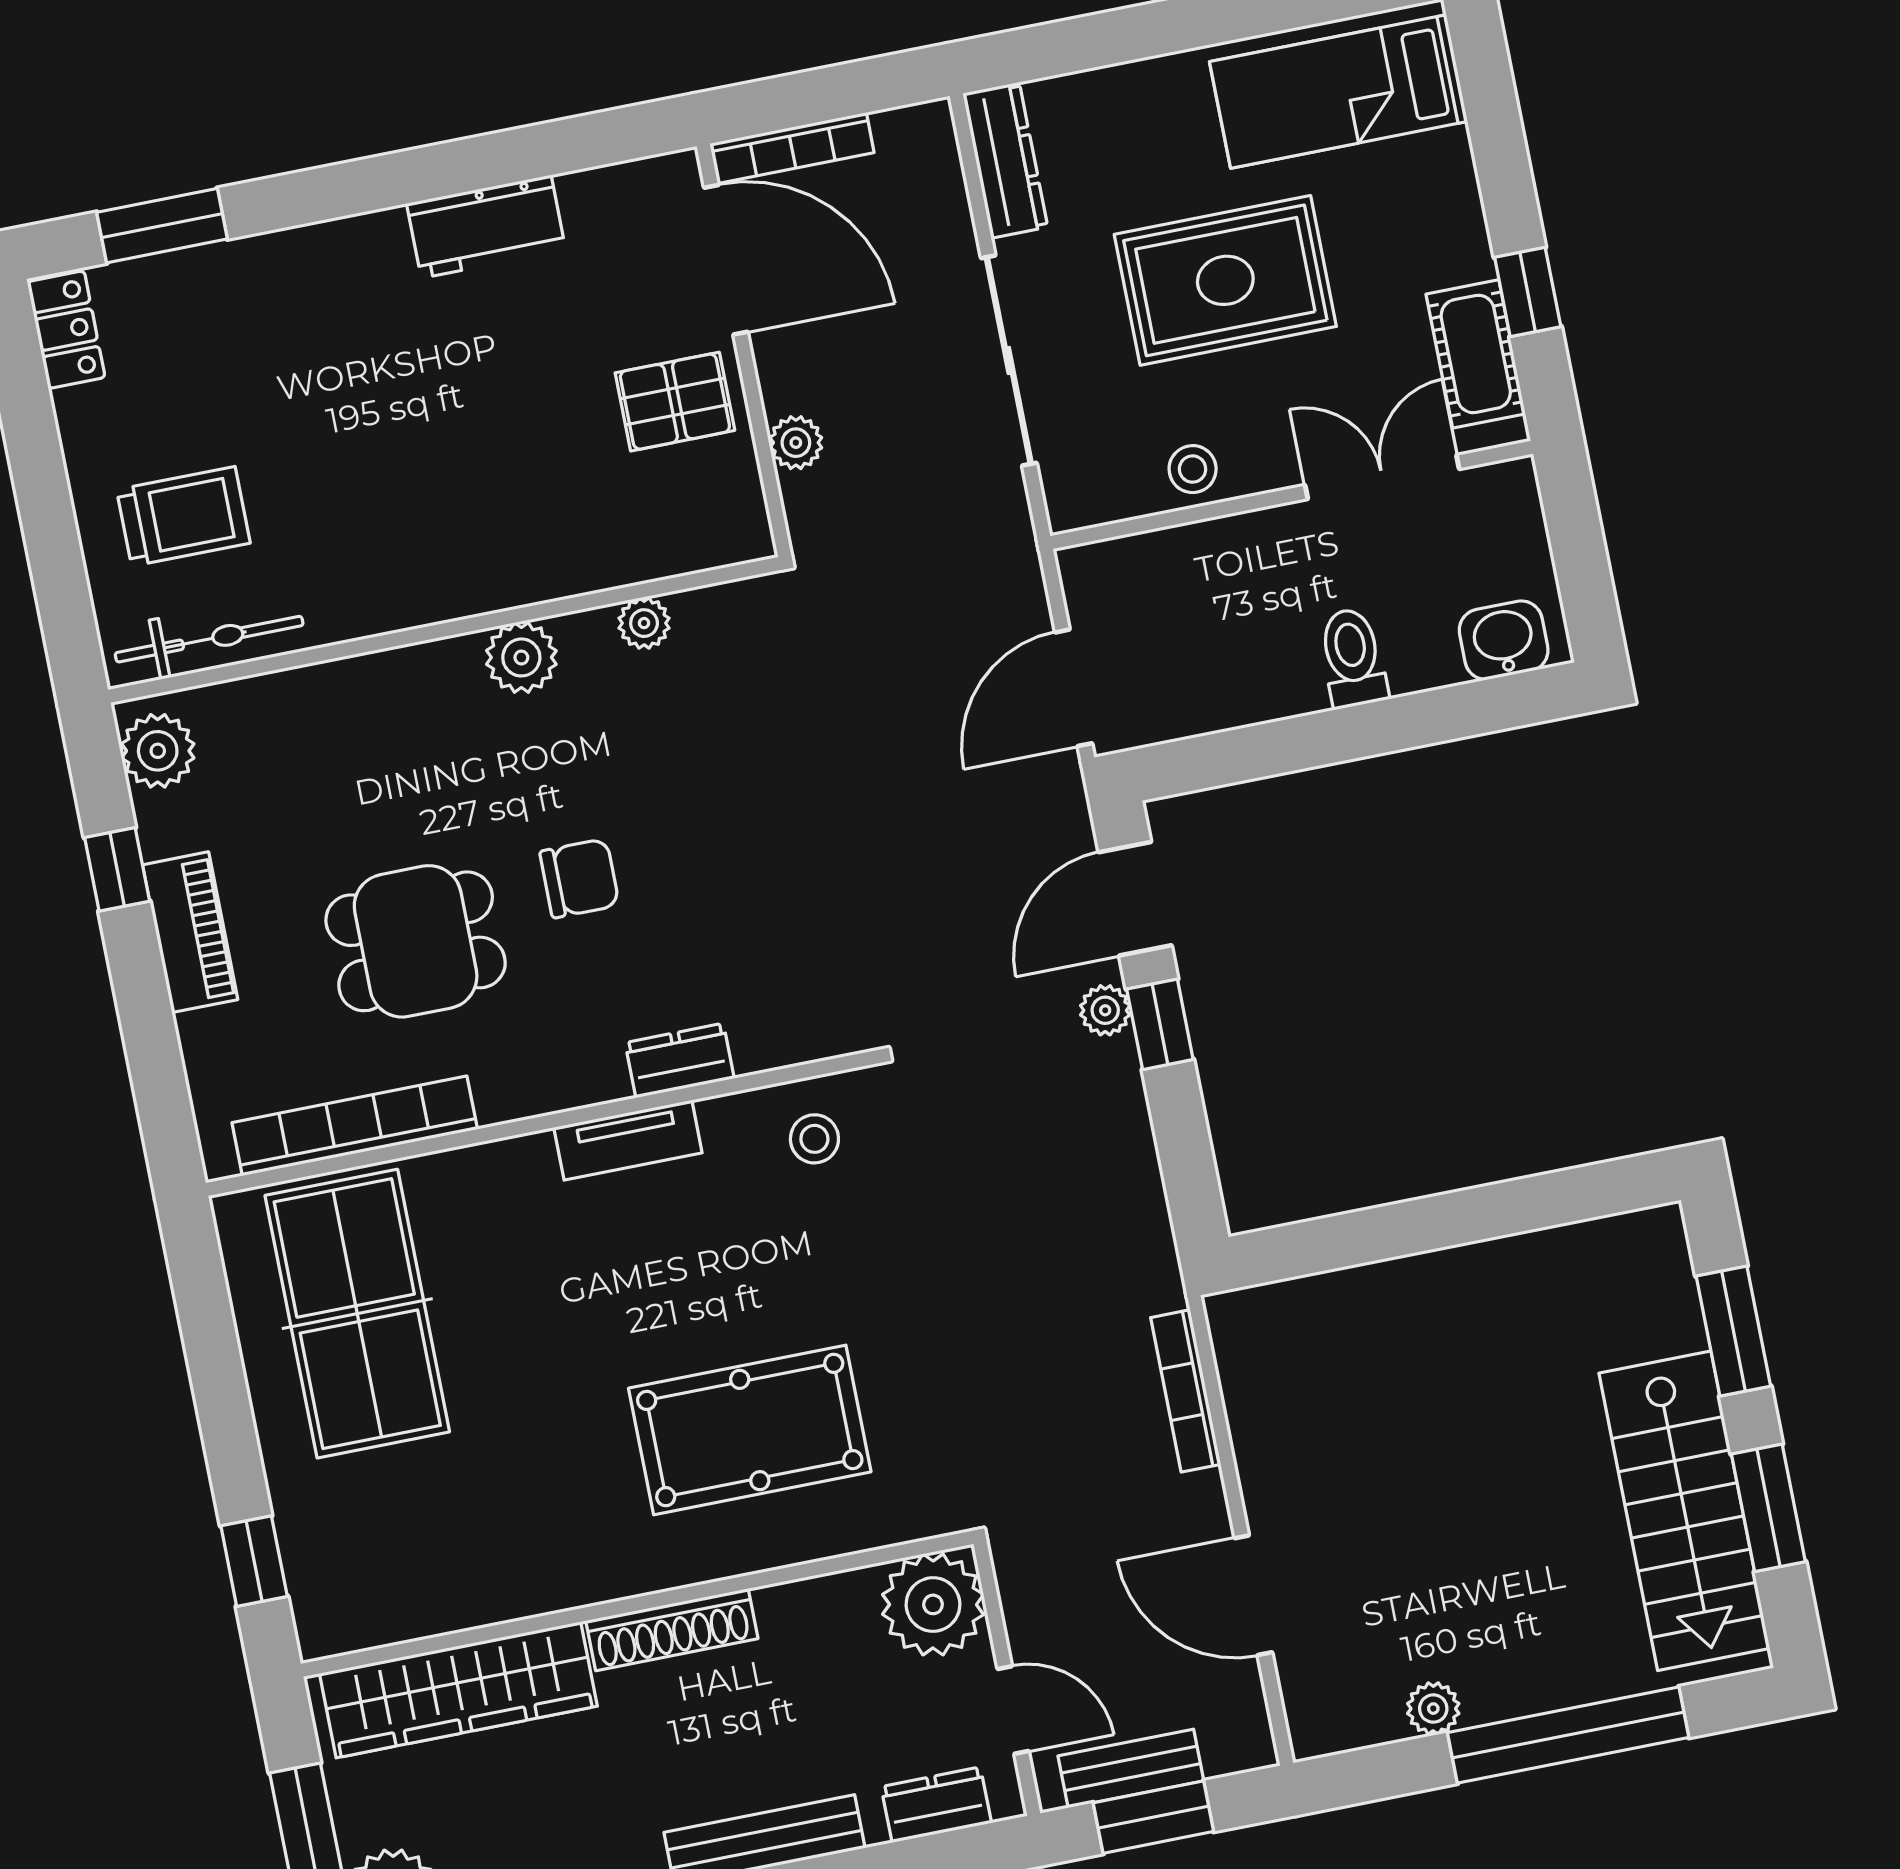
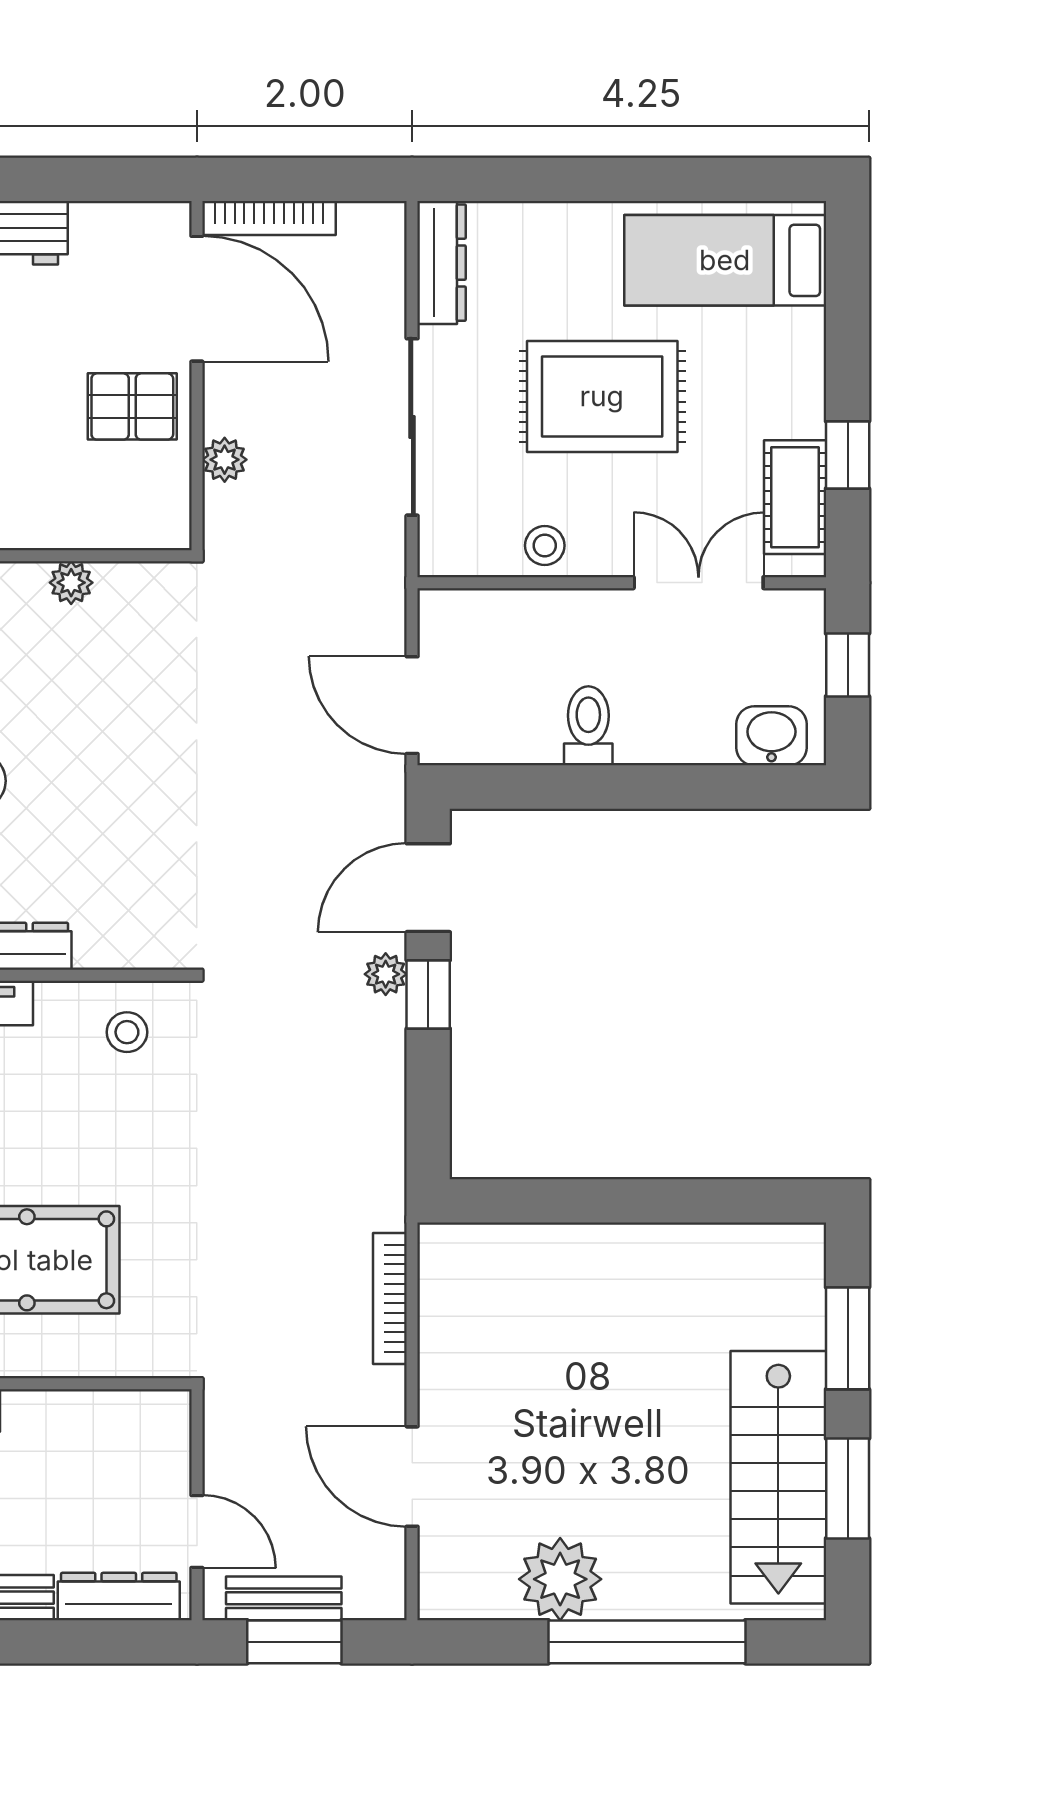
window: (1577, 539) -> (848, 665), added
toilet: (1353, 658) -> (588, 726), moved
door: (1074, 688) -> (412, 705), hinge flipped
plant: (933, 1604) -> (149, 1432), removed
plant: (1433, 1709) -> (560, 1579), width x1.87, depth x1.87
dresser: (936, 1805) -> (119, 1597), width x1.44

